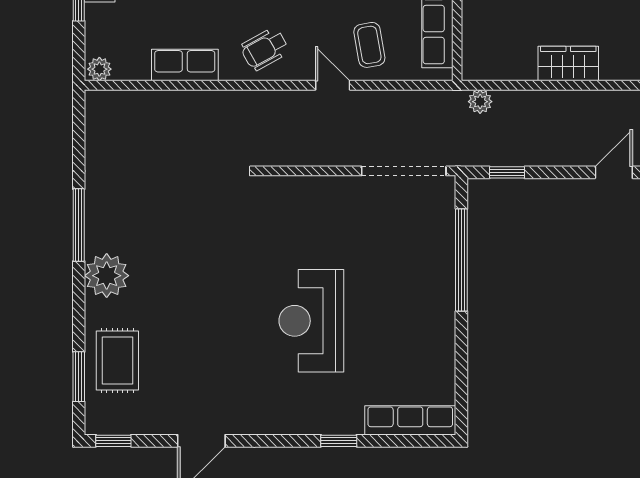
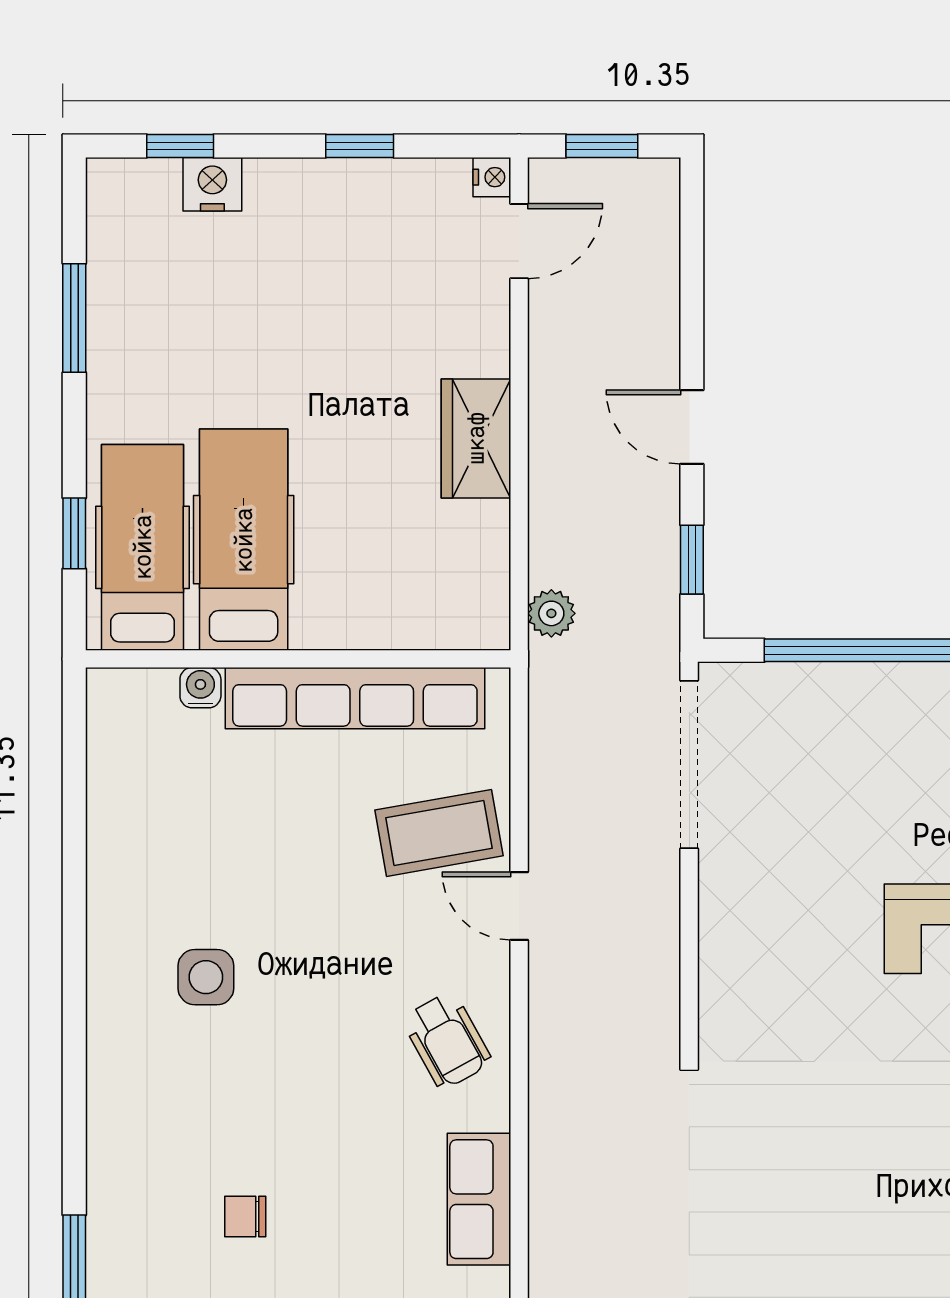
coffee table: (369, 45) -> (439, 833), width x1.36, depth x1.30
door: (333, 85) -> (519, 906), hinge flipped
door: (614, 172) -> (692, 427), moved

